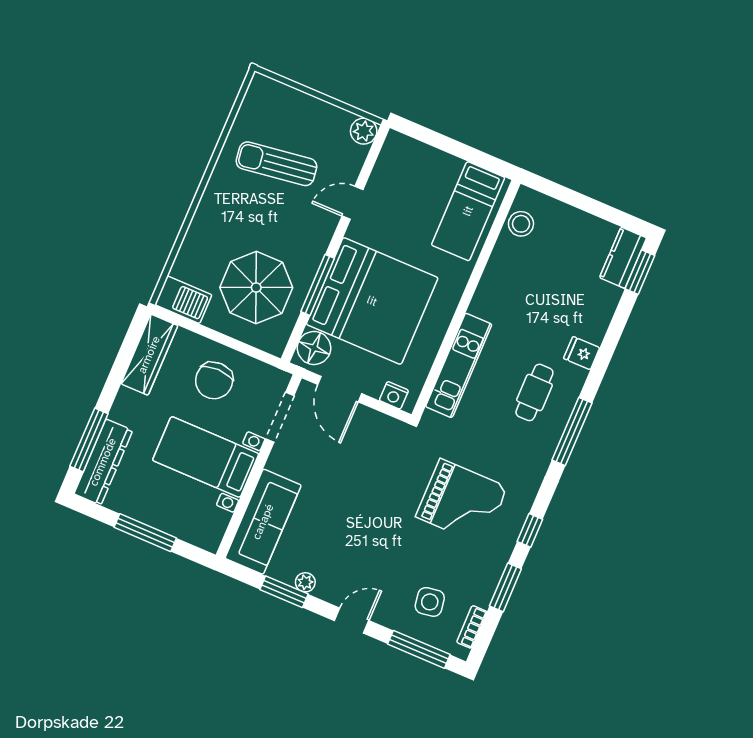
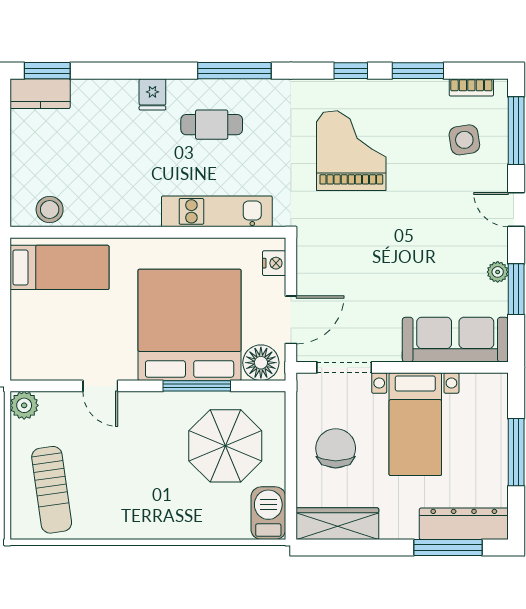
sun lounger: (276, 164) -> (52, 490), moved
chair: (214, 381) -> (336, 448), turned -90

